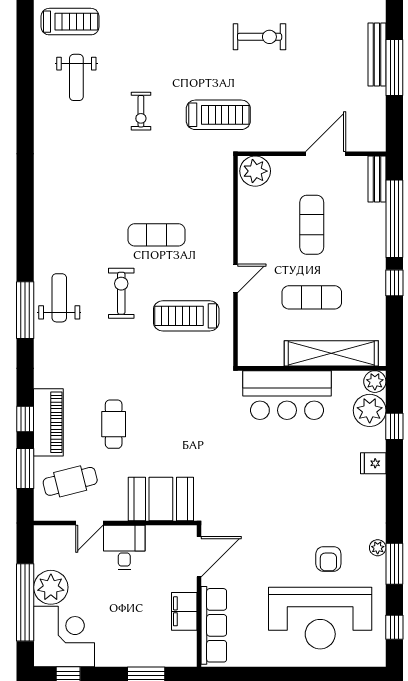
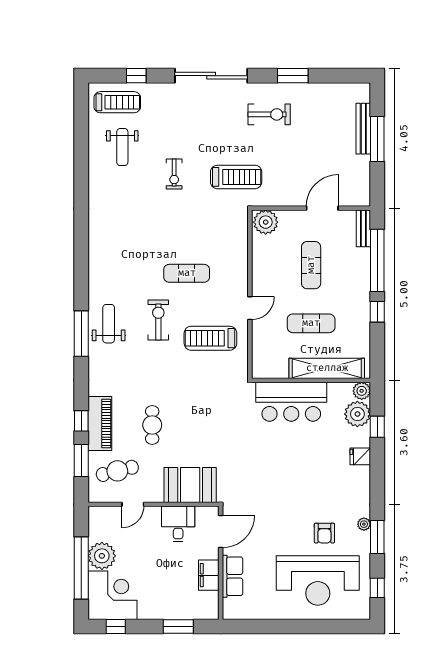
desk: (124, 547) -> (178, 524), moved
row of seats: (214, 625) -> (233, 576), width x0.68

